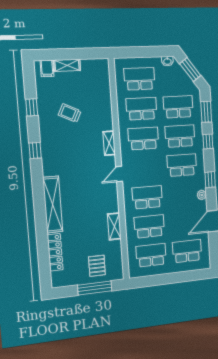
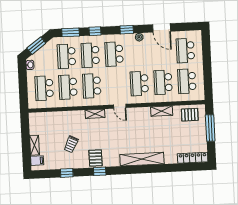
pallet: (53, 145) -> (95, 158), added
locker: (55, 252) -> (193, 158), moved
pallet: (97, 266) -> (190, 115), moved

